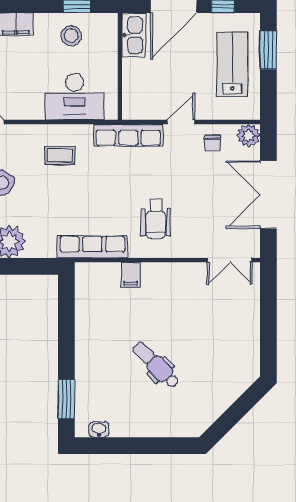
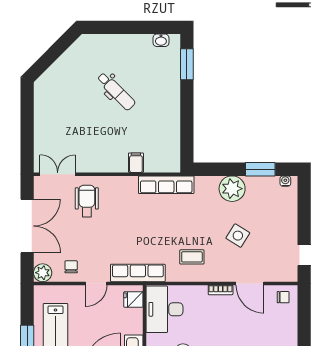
desk: (75, 97) -> (164, 309), moved, turned -90
fridge: (134, 102) -> (133, 299), added
bookcase: (24, 114) -> (221, 290), added
wheelchair: (156, 219) -> (87, 201), moved

